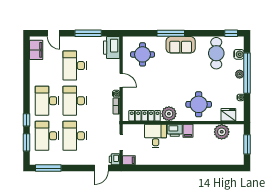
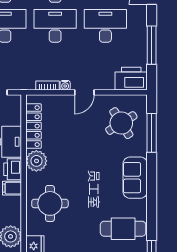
window: (171, 33) -> (152, 133), moved
round table: (143, 54) -> (121, 123), turned -32

